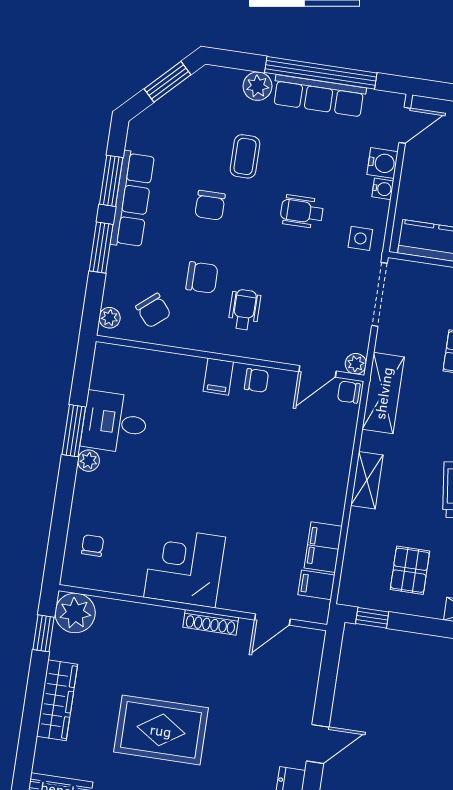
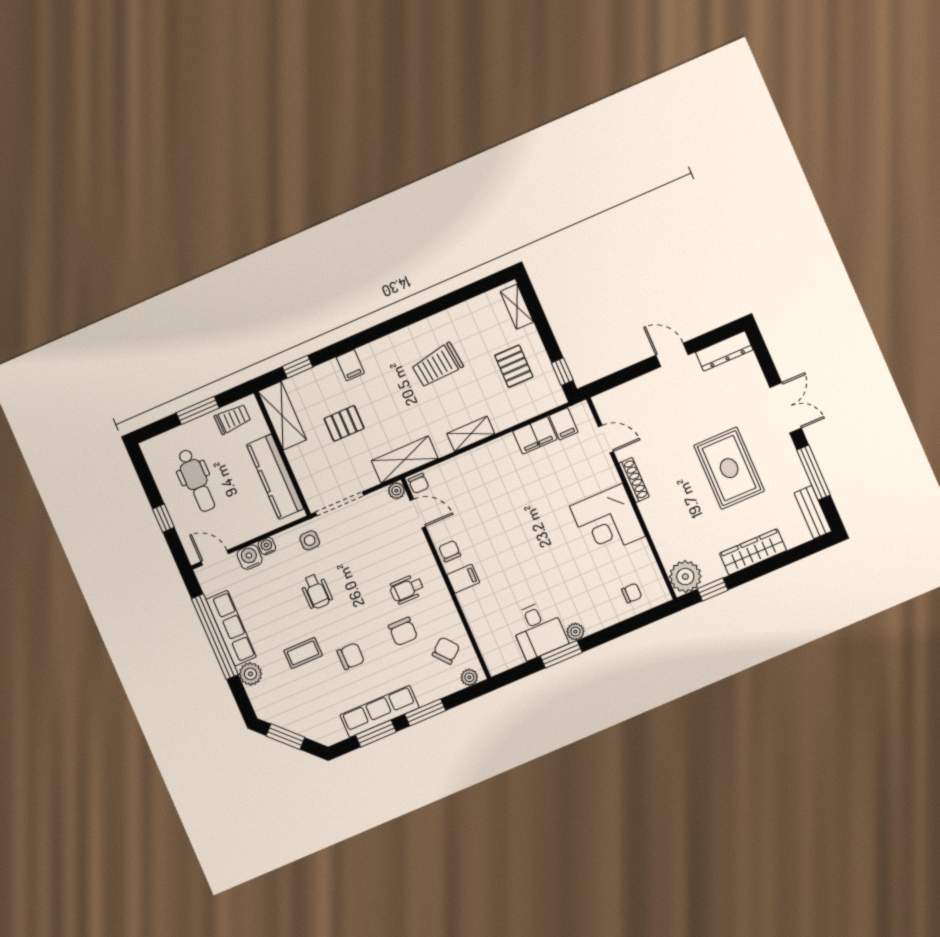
chair: (202, 277) -> (403, 631), turned 180
chair: (93, 546) -> (632, 593), turned 180
pallet: (410, 570) -> (514, 366), turned 90

